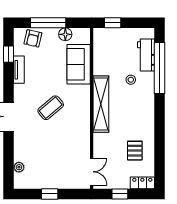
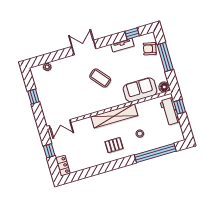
floor lamp: (65, 34) -> (164, 87), moved
workbench: (146, 55) -> (170, 111), moved, turned -90
pallet: (135, 151) -> (114, 145), moved

